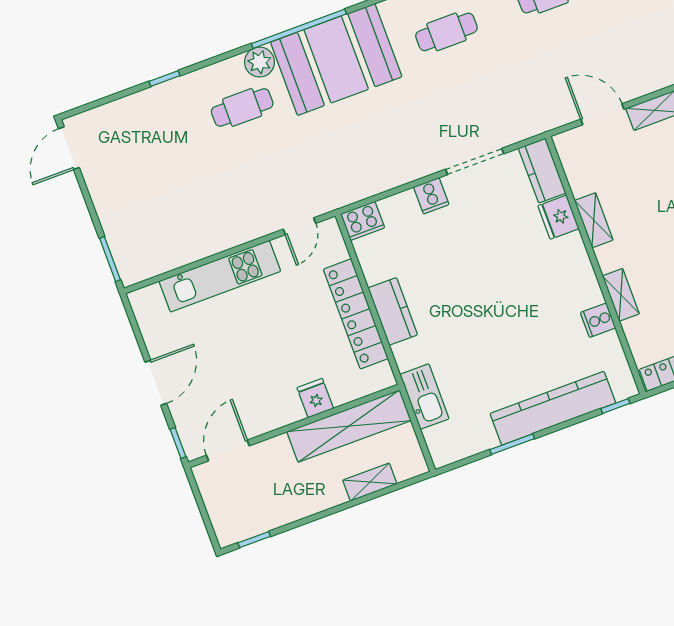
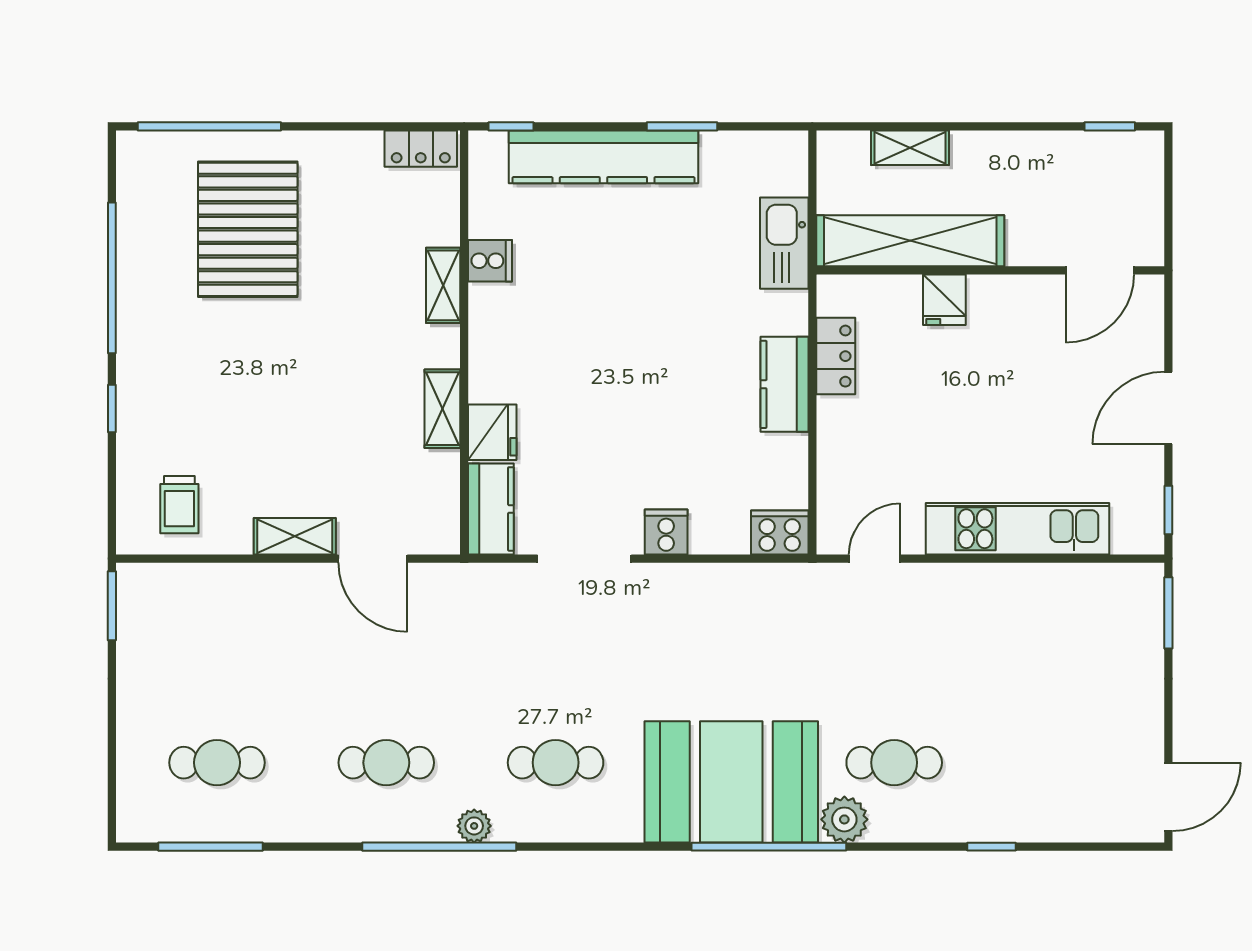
locker: (356, 314) -> (836, 356), width x0.46, depth x0.83
window: (178, 443) -> (1168, 510), moved

